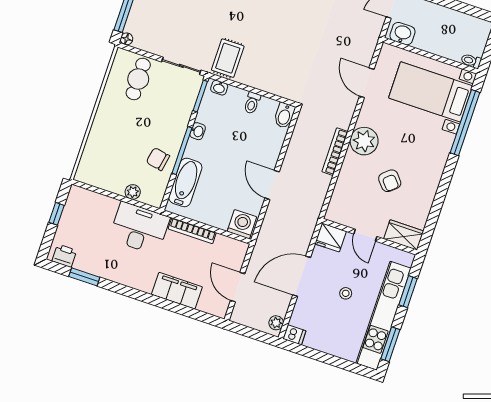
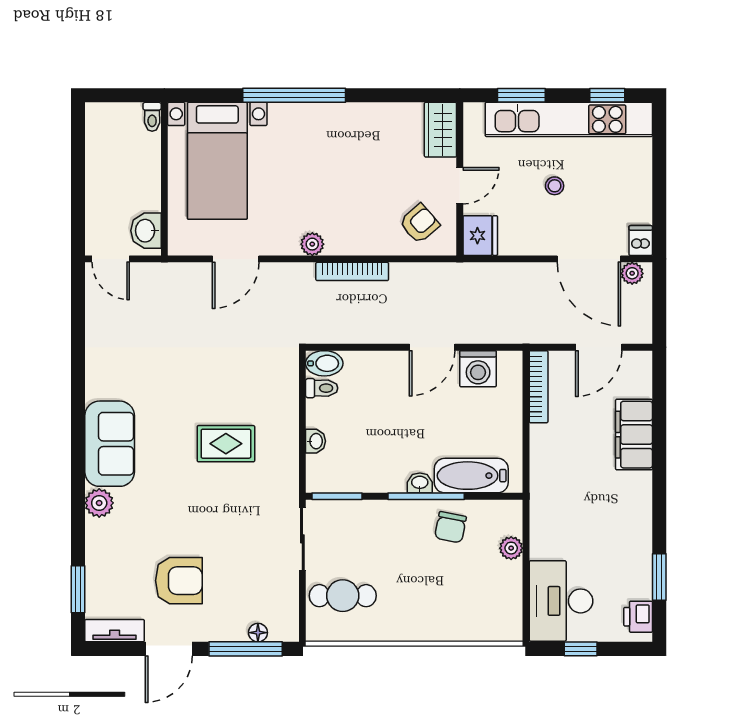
floor lamp: (127, 39) -> (258, 633), moved
rug: (228, 58) -> (226, 444), moved
washbasin: (219, 88) -> (315, 441), moved
toilet: (252, 103) -> (322, 388), moved
window: (465, 123) -> (294, 95), moved
washbasin: (198, 131) -> (420, 483), moved
plant: (364, 141) -> (312, 244), width x0.53, depth x0.53
armchair: (390, 181) -> (419, 224), moved
washing machine: (242, 224) -> (478, 369), moved, turned -90
desk: (139, 228) -> (561, 601), moved
bookcase: (192, 231) -> (539, 387), moved
door: (302, 276) -> (589, 259), moved
window: (390, 344) -> (607, 95), width x0.67

